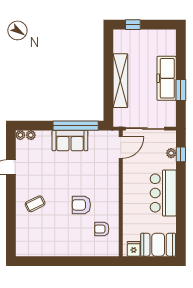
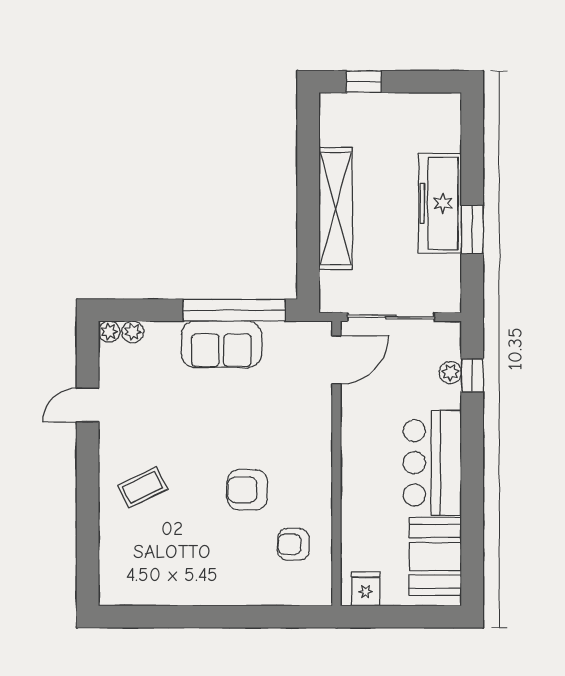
booth: (158, 245) -> (435, 556), moved, turned 90

